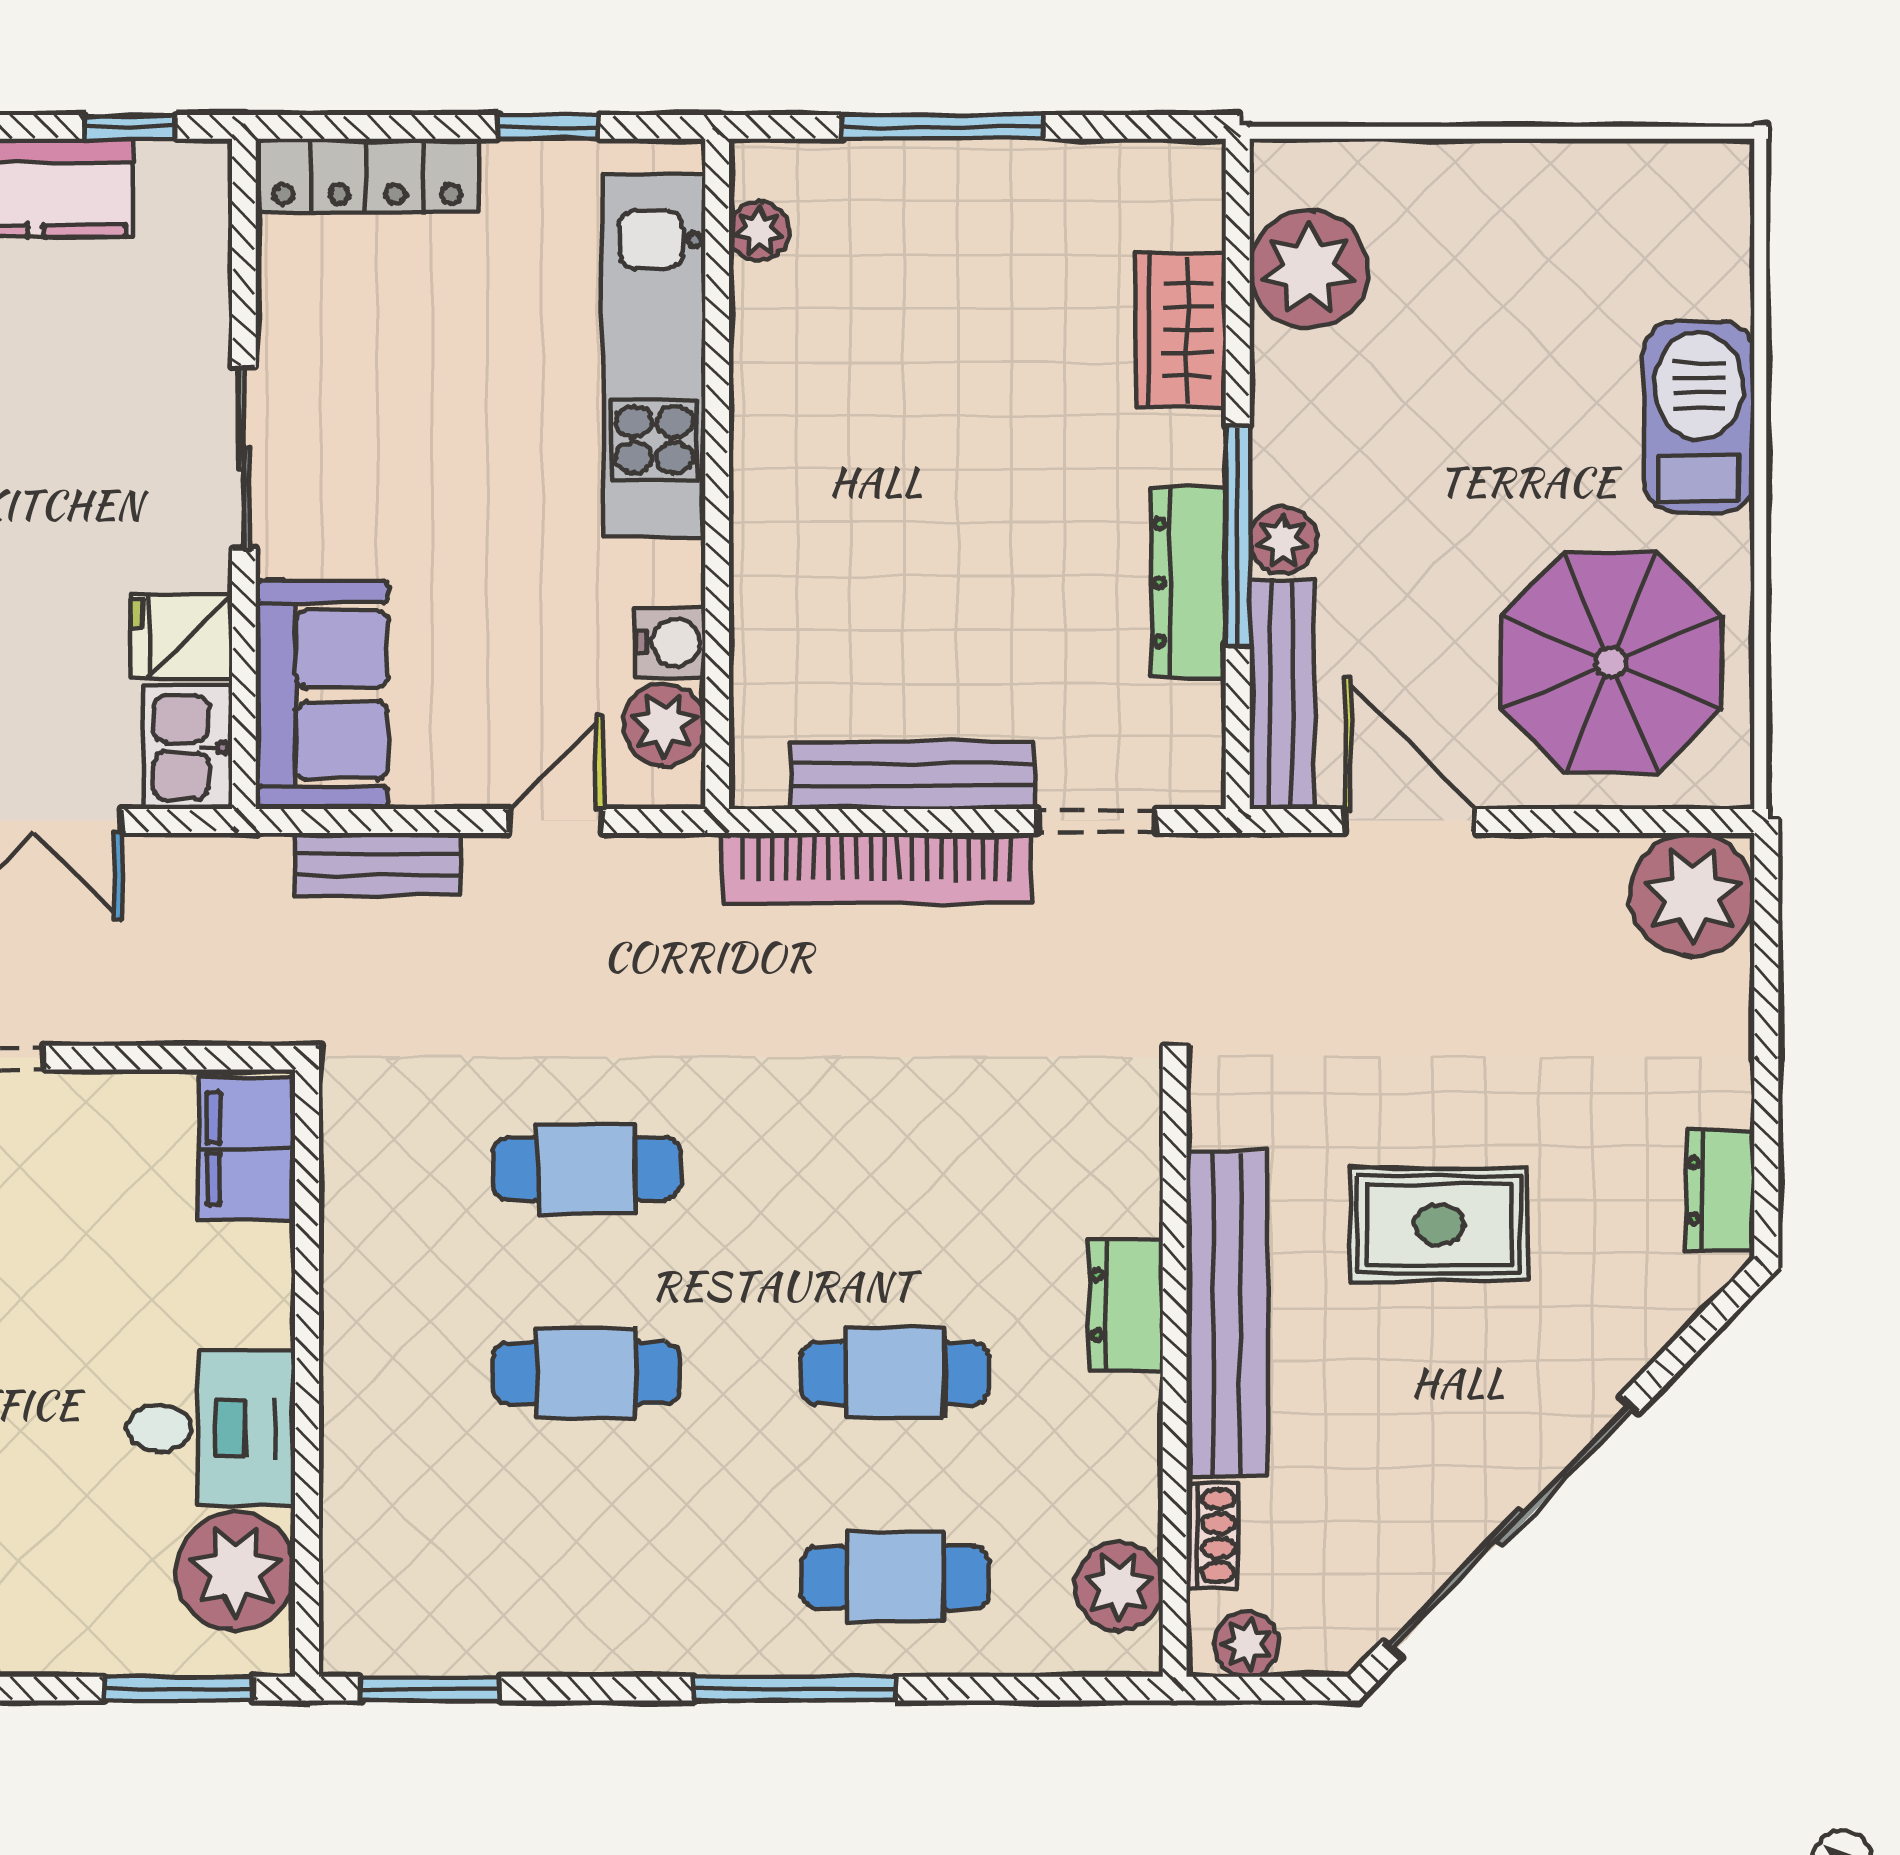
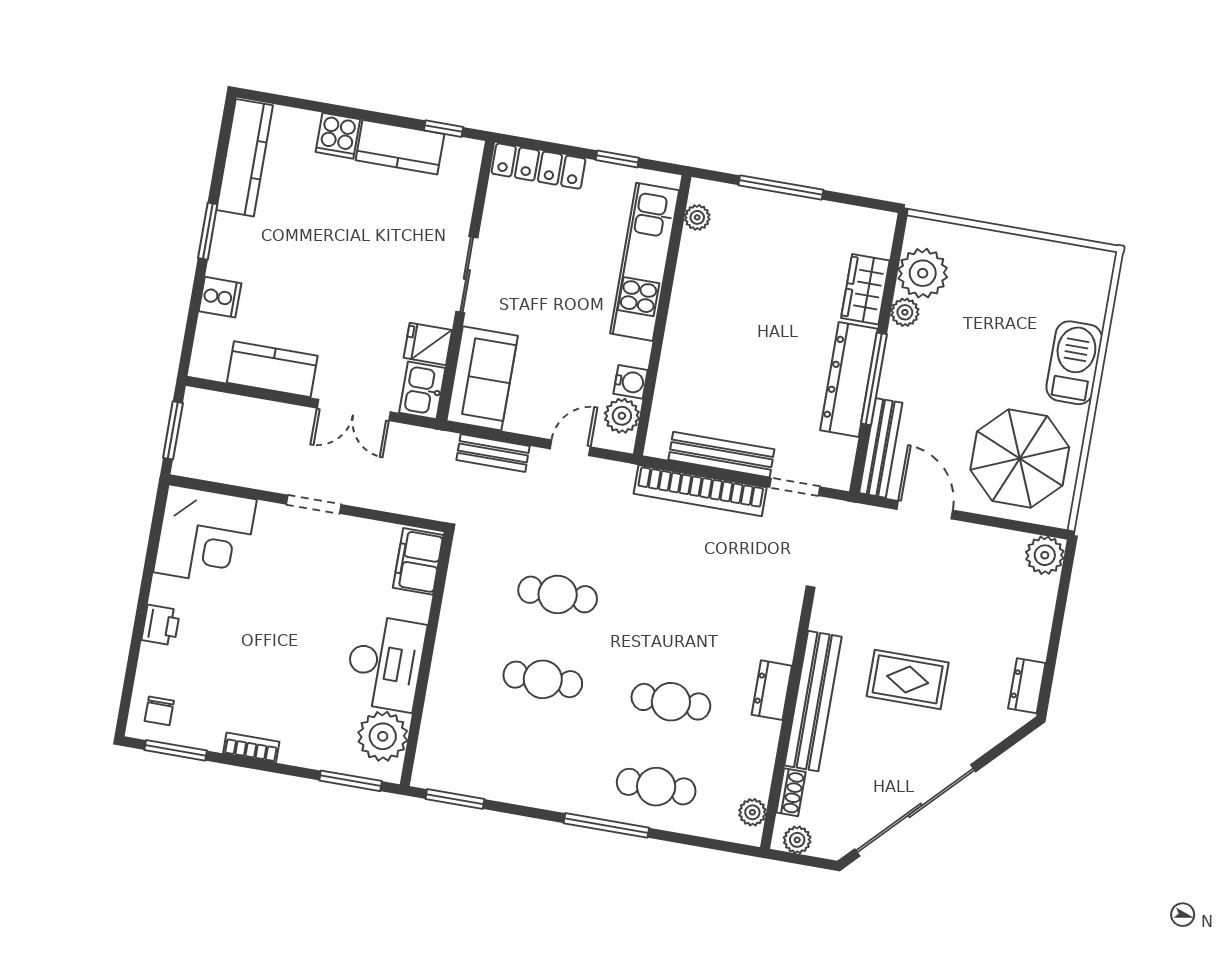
plant: (1283, 540) -> (905, 312), moved
dresser: (1189, 583) -> (849, 379), width x1.37, depth x1.24
plant: (1692, 895) -> (1045, 555), width x0.73, depth x0.73
desk: (211, 1428) -> (385, 663), width x1.37
plant: (1119, 1586) -> (752, 812), width x0.73, depth x0.73

